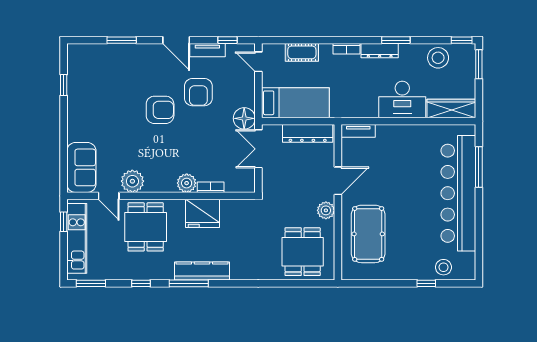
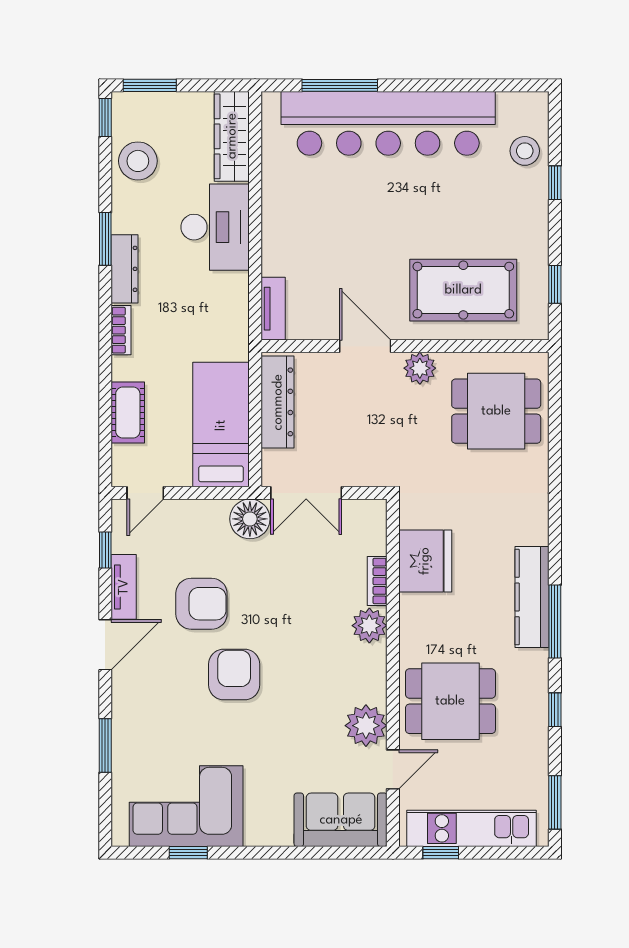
corner sofa: (89, 84) -> (186, 806), added
fridge: (203, 213) -> (425, 561), moved
window: (371, 283) -> (555, 284), added

